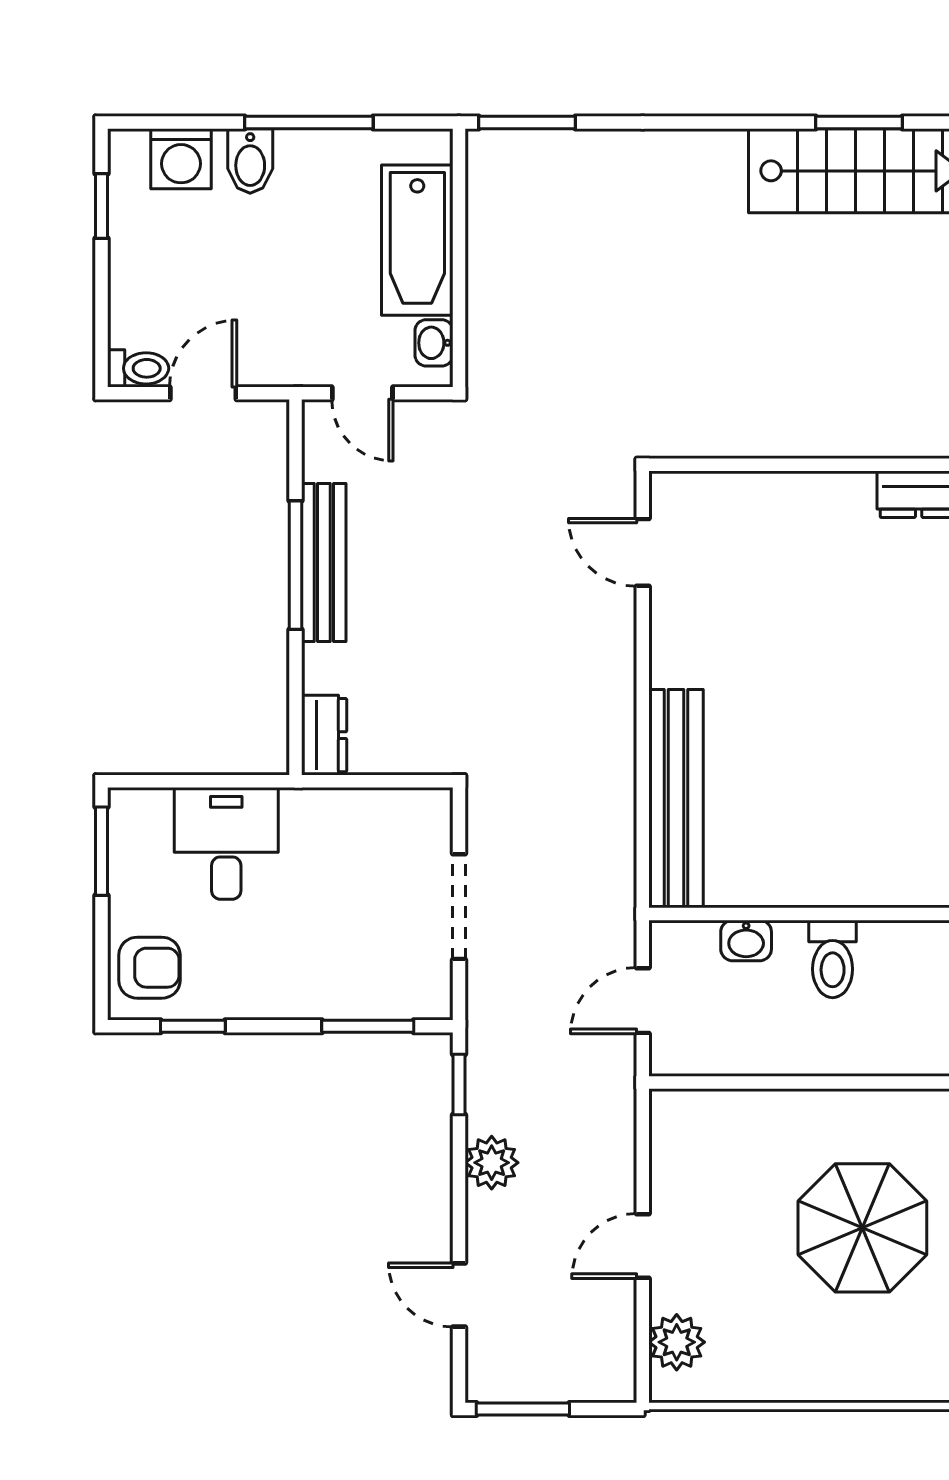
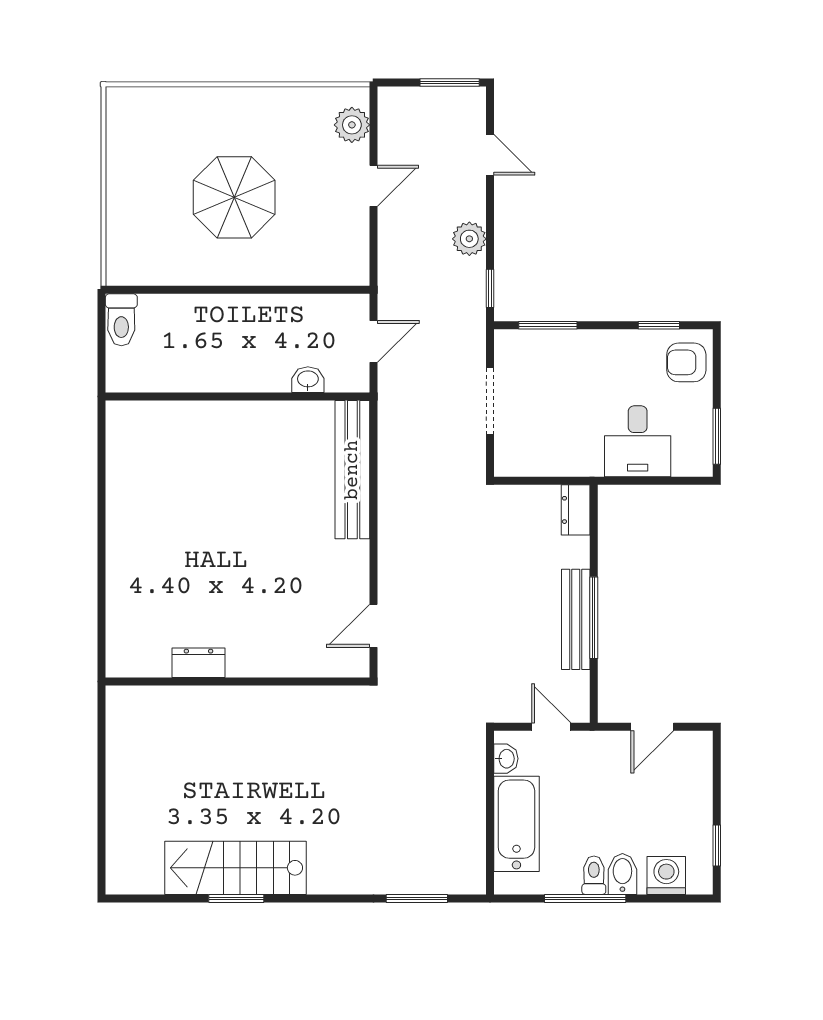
window: (527, 123) -> (417, 898), moved
toilet: (138, 368) -> (594, 875), moved, turned 90
door: (643, 552) -> (373, 626), swing flipped
toilet: (833, 959) -> (253, 368), removed

